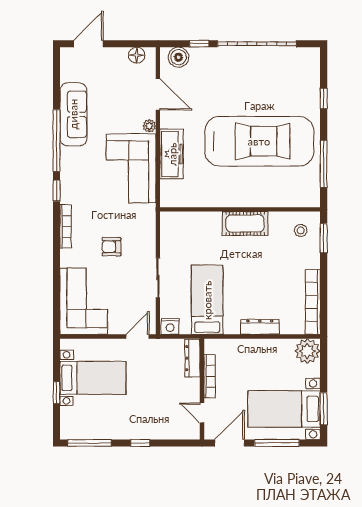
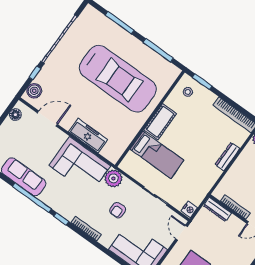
window: (324, 98) -> (120, 23), width x2.17
plant: (149, 126) -> (113, 178), moved, width x1.88, depth x1.88
car: (259, 141) -> (118, 79), turned 90
bed: (207, 300) -> (157, 155), moved, turned 180

